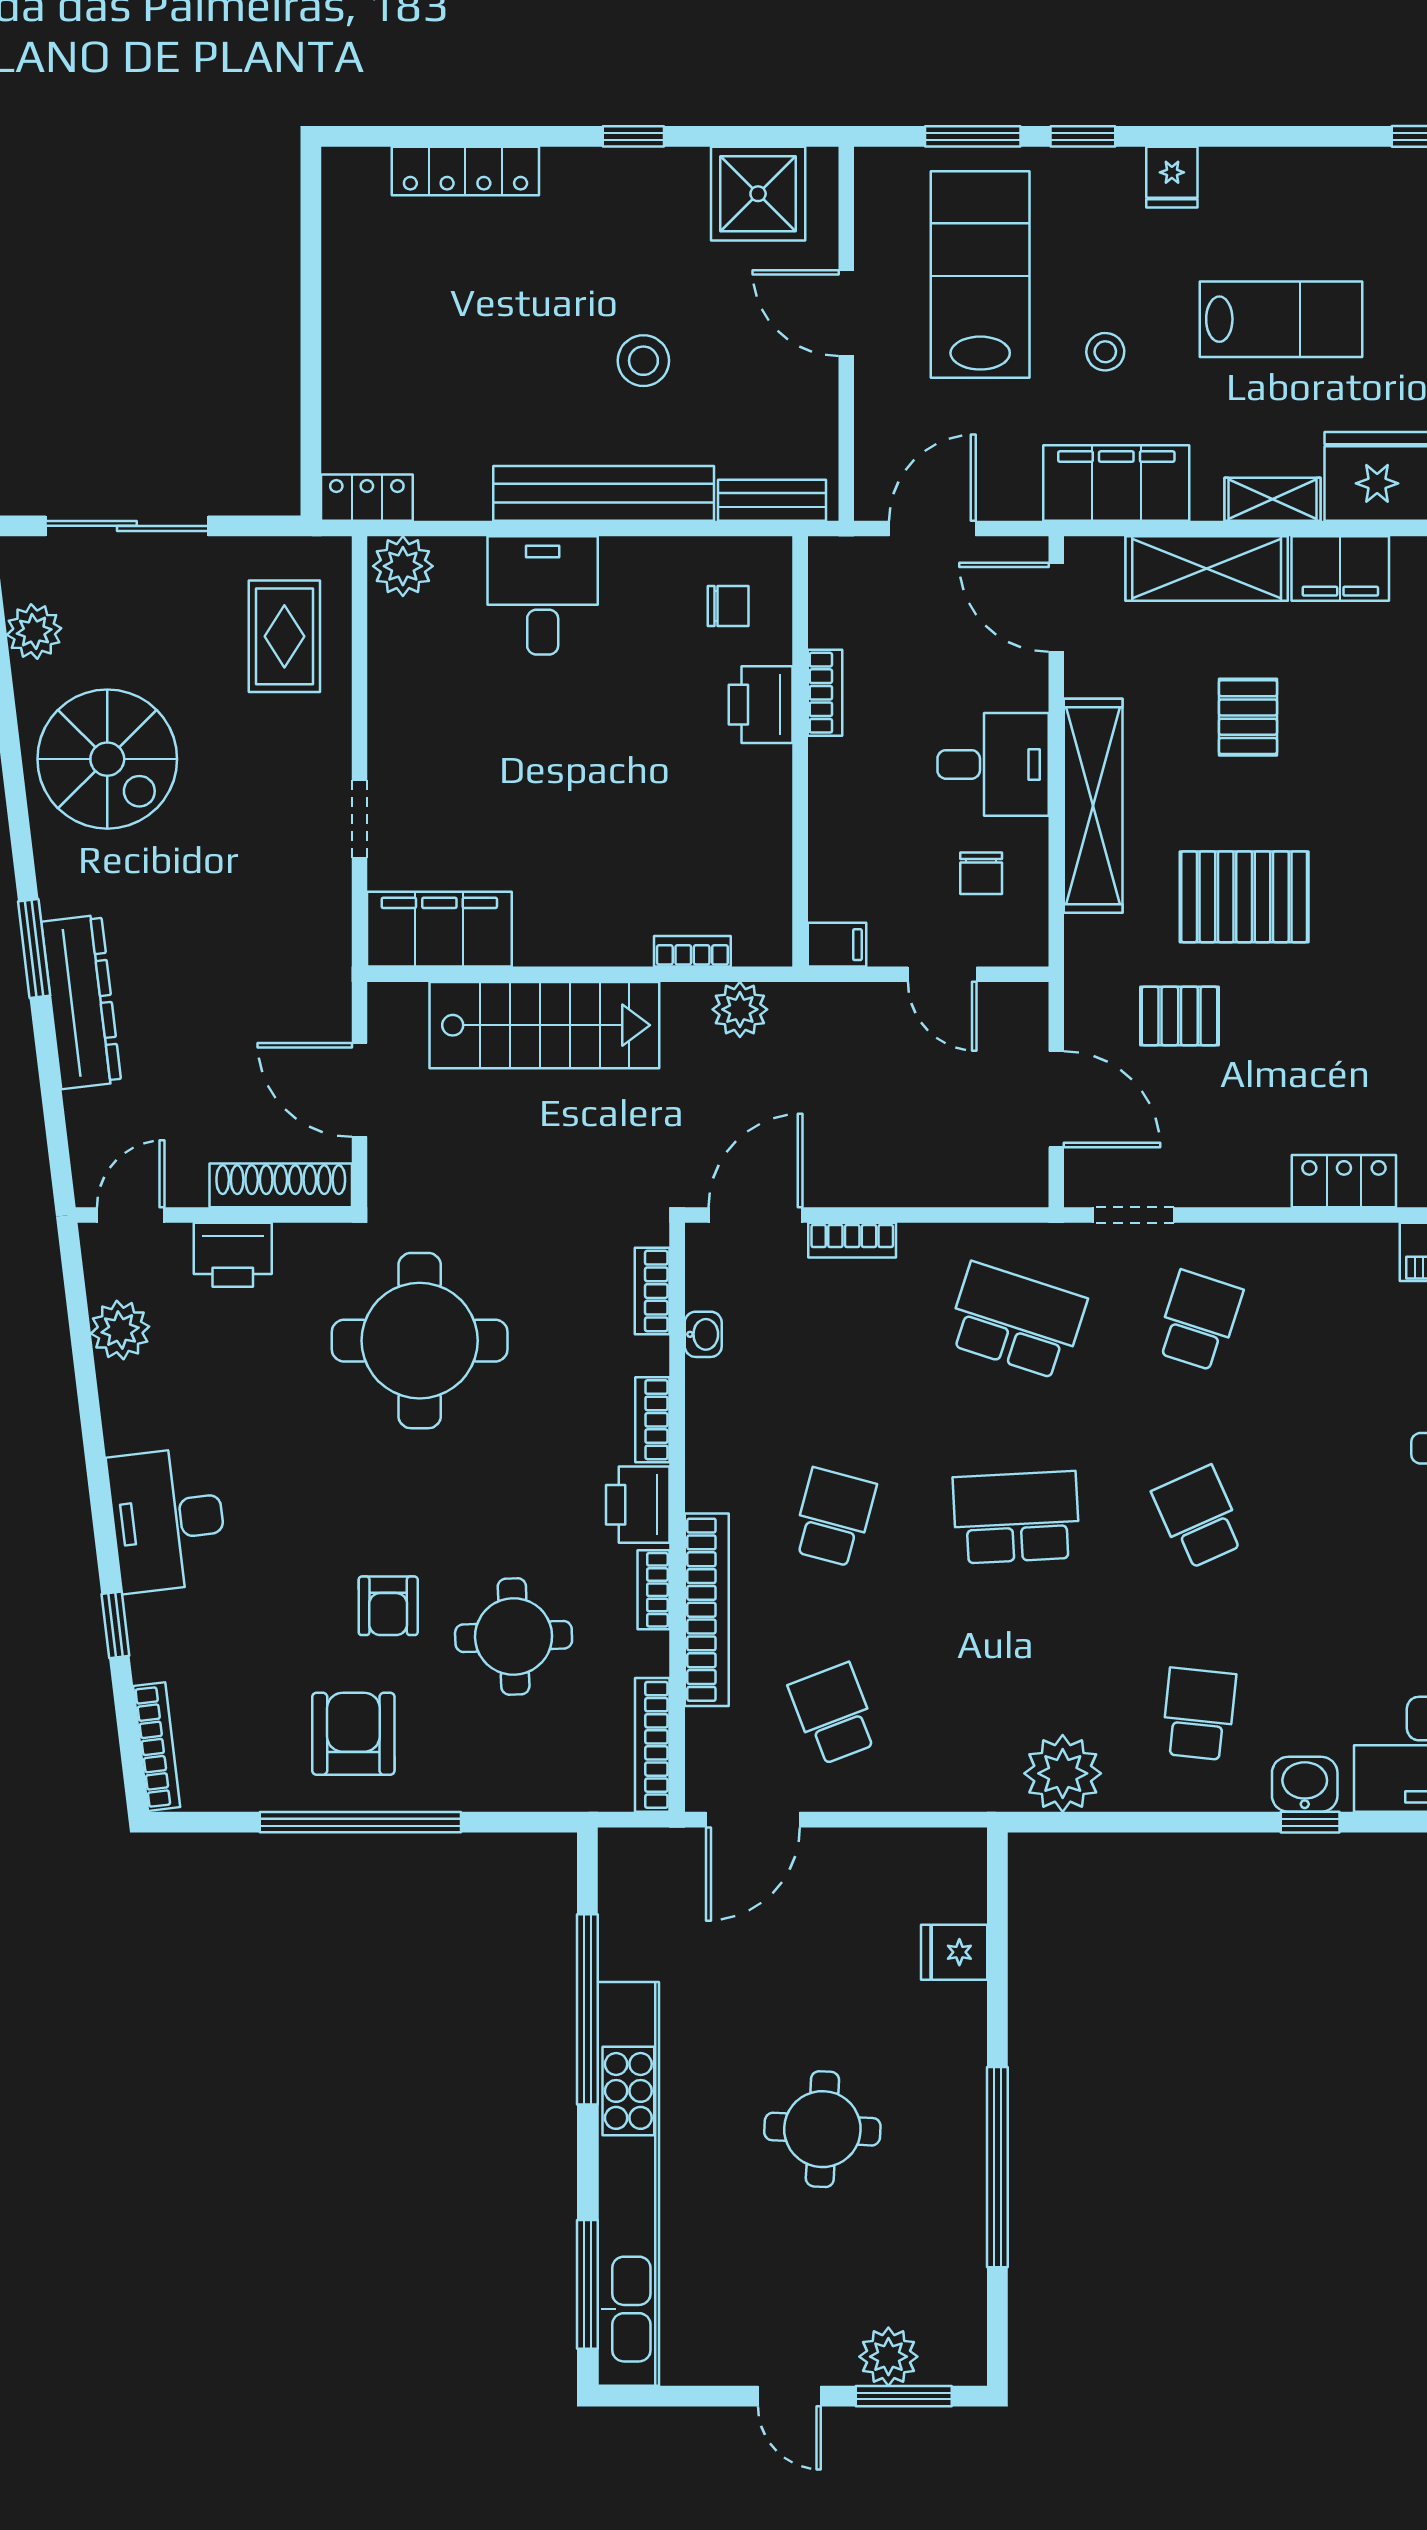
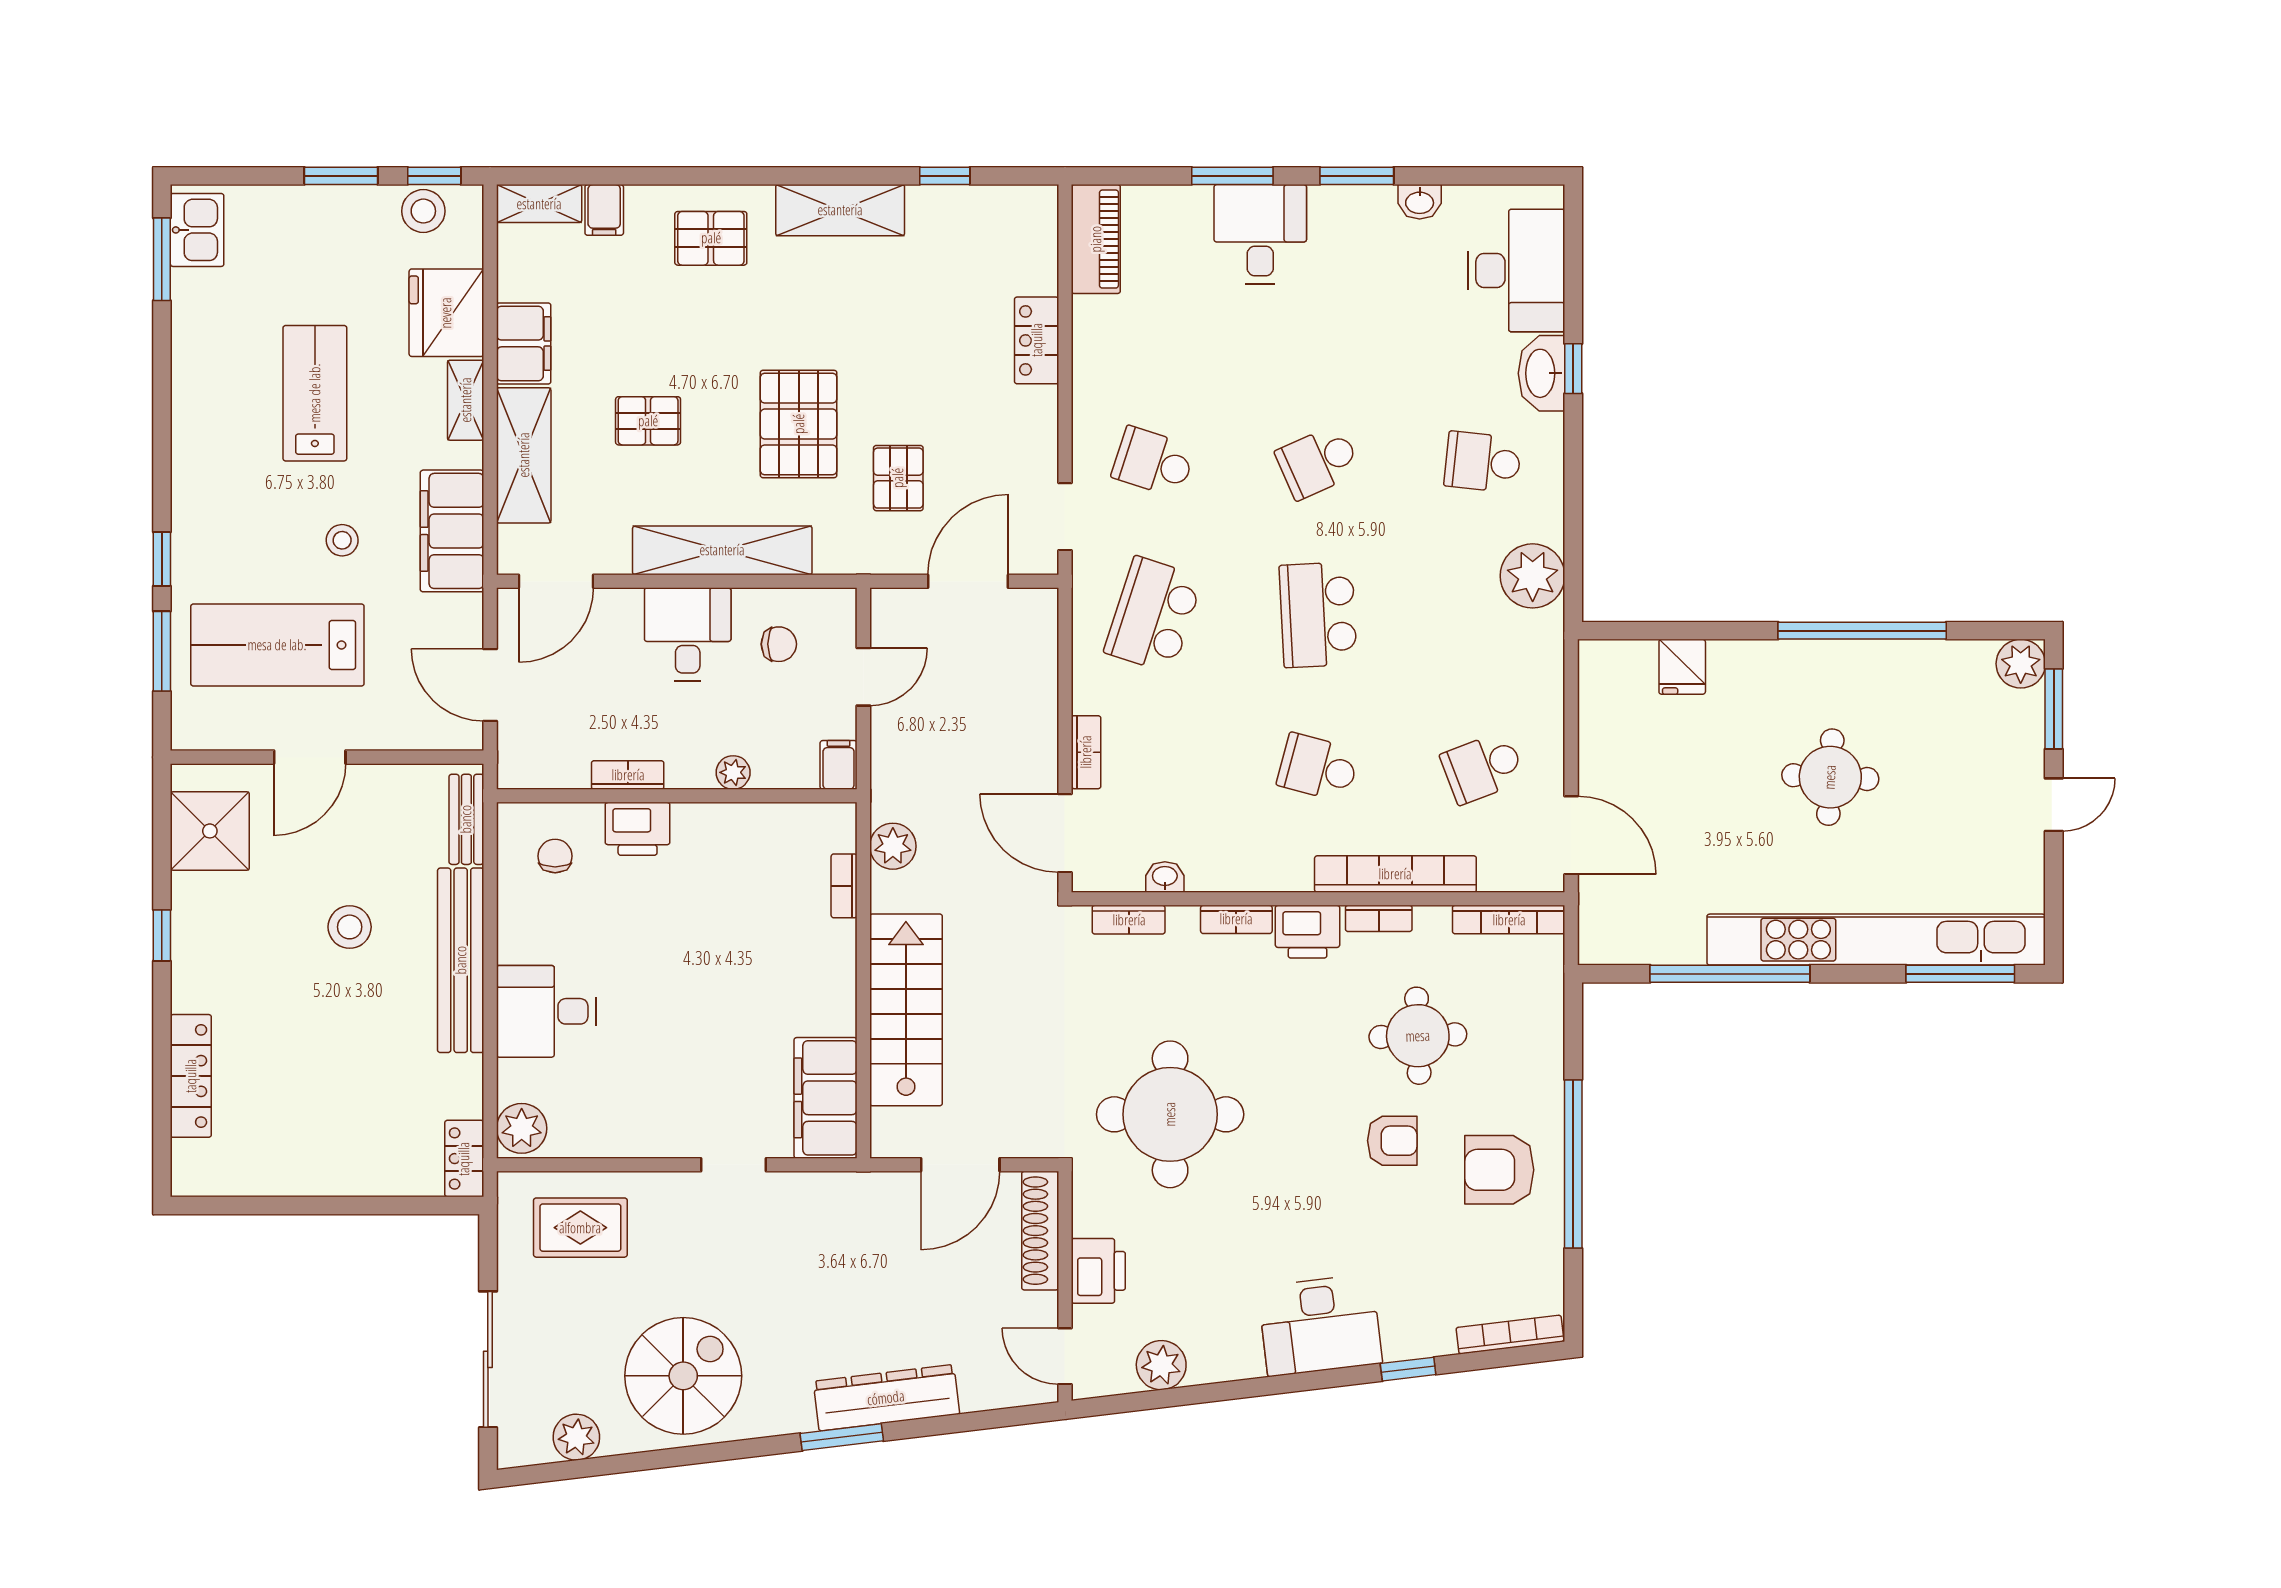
fridge: (1172, 177) -> (196, 484), removed
plant: (828, 819) -> (733, 772), added
washbasin: (1305, 1784) -> (1542, 373), width x1.38
plant: (888, 2357) -> (2021, 664), moved

